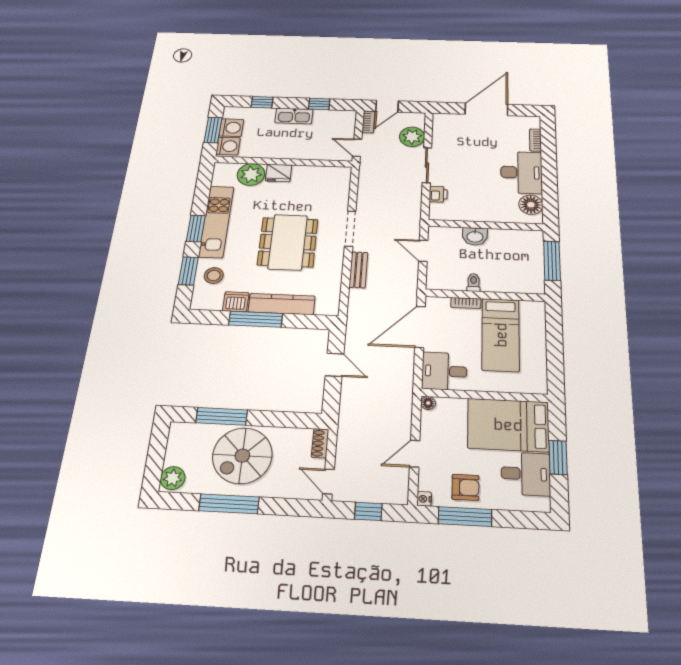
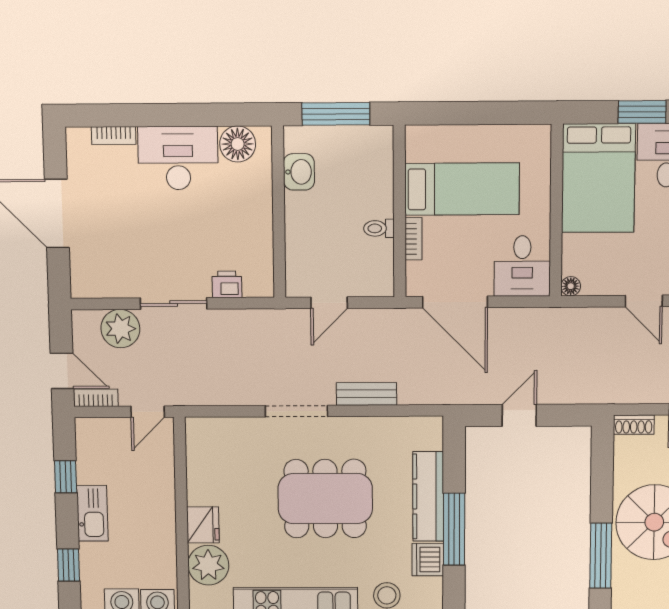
washbasin: (475, 236) -> (299, 172), moved

